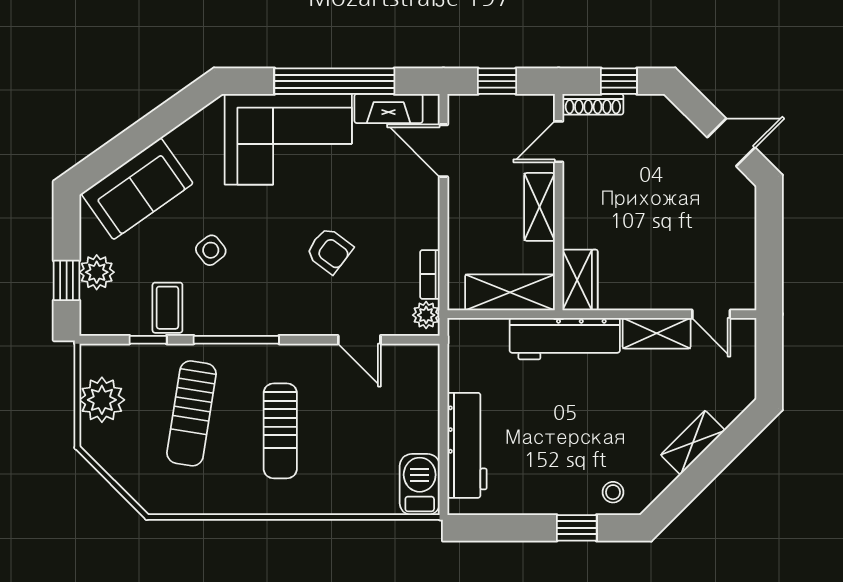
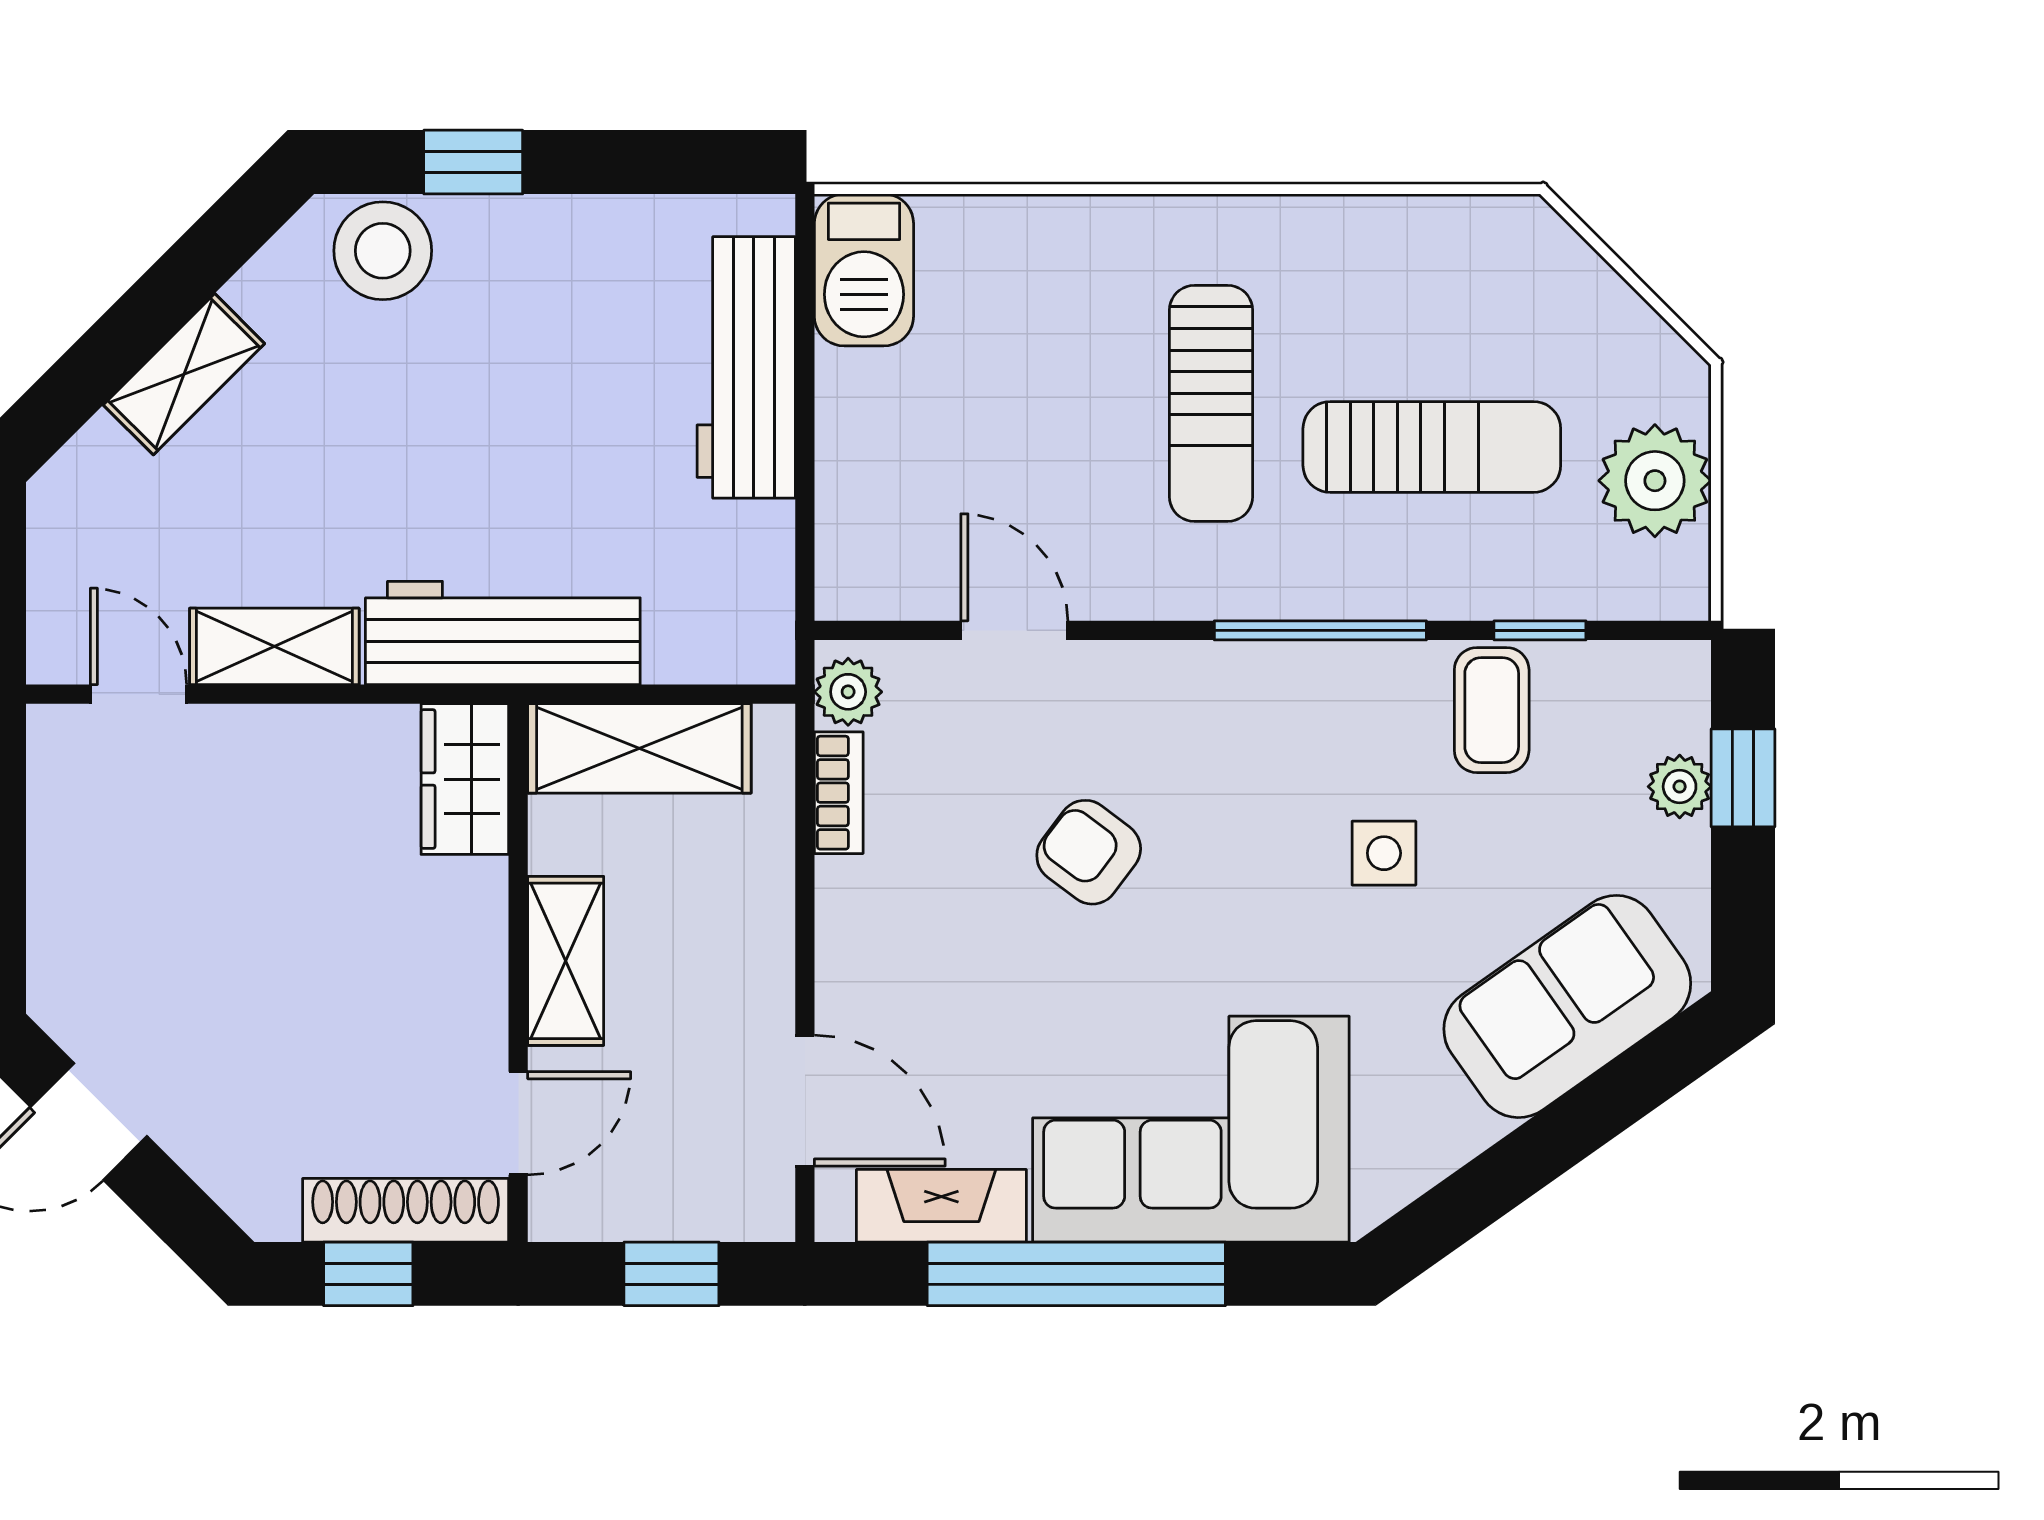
shoe rack: (593, 104) -> (406, 1210), width x1.36, depth x1.24
side table: (211, 250) -> (1384, 853), turned 38
plant: (97, 272) -> (1680, 787), width x0.73, depth x0.73
sun lounger: (192, 413) -> (1432, 447), turned 81
sun lounger: (280, 431) -> (1211, 403), turned 180
stool: (613, 492) -> (383, 251), width x1.89, depth x1.89

